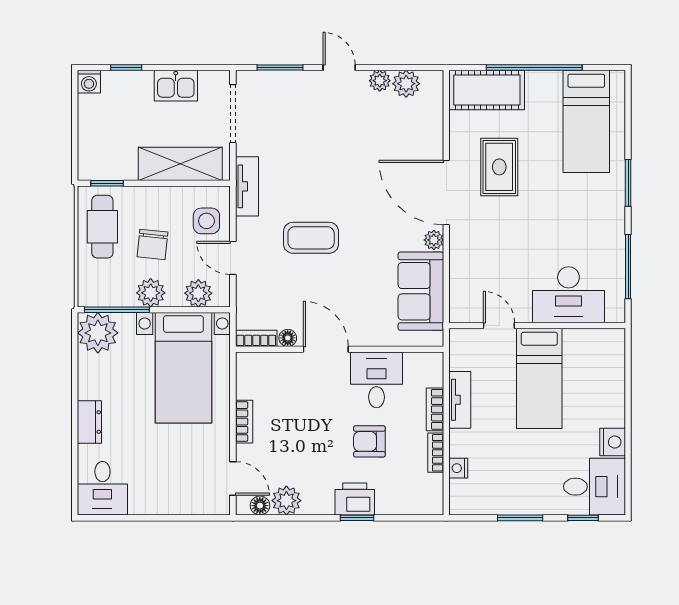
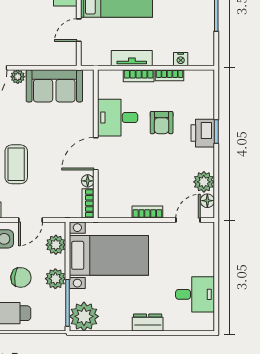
desk: (102, 488) -> (195, 294), moved

